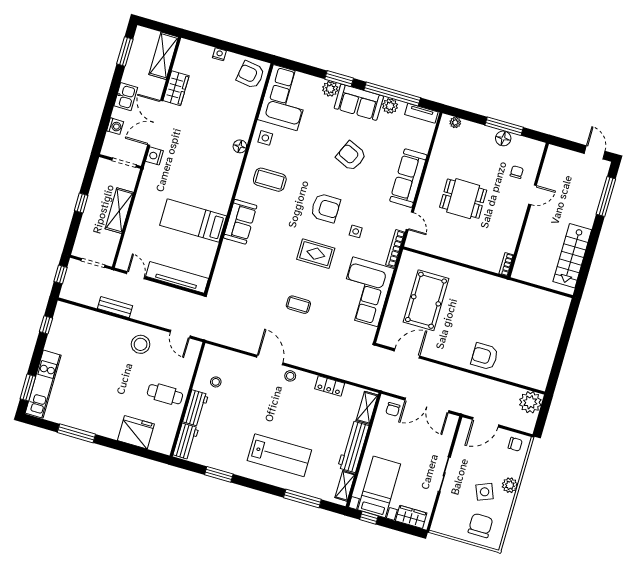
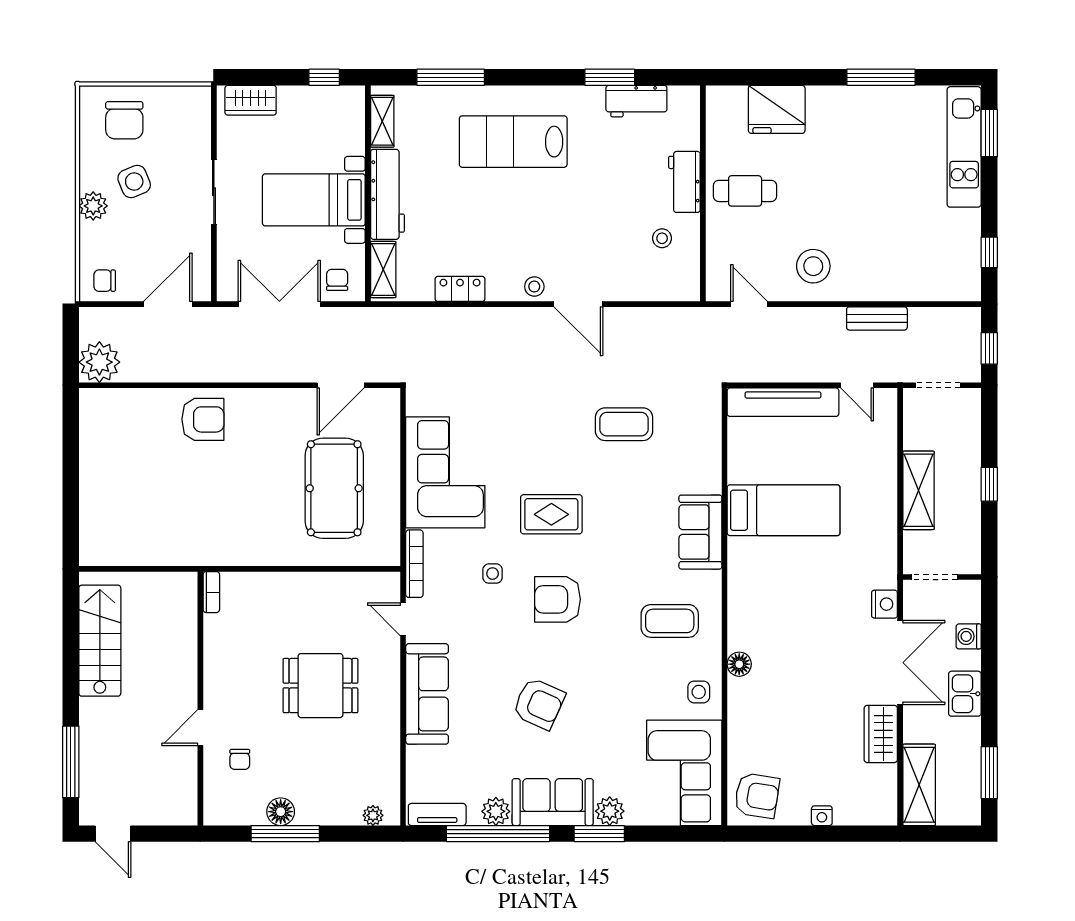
coffee table: (298, 305) -> (624, 424), moved, width x1.36, depth x1.30
workbench: (186, 441) -> (636, 101), moved, turned -90
bed with nightstands: (379, 487) -> (314, 200), moved, turned 90

